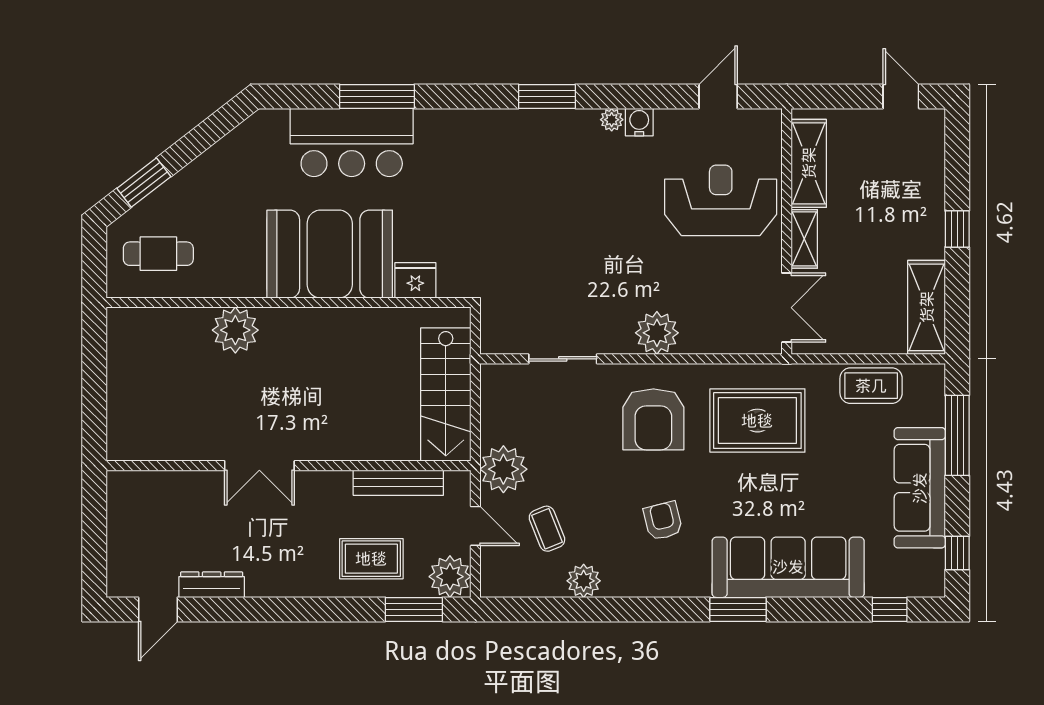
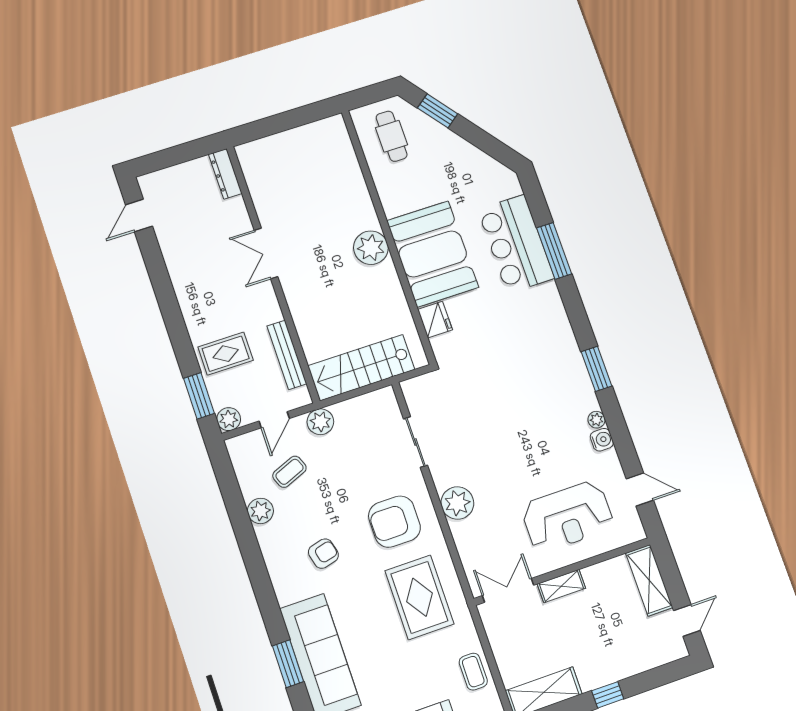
shelving: (809, 163) -> (649, 580), moved, turned 90
reception desk: (721, 200) -> (567, 516), turned 90
double door: (787, 308) -> (508, 590), swing flipped
plant: (235, 330) -> (371, 248), moved
coffee table: (871, 386) -> (473, 672), width x0.73, depth x0.77
plant: (503, 469) -> (320, 422), width x0.73, depth x0.73
rug: (371, 559) -> (226, 354), turned 90
plant: (450, 577) -> (229, 419), width x0.73, depth x0.73
dresser: (212, 585) -> (225, 174), moved, turned 180
door: (158, 609) -> (139, 215), hinge flipped
window: (738, 609) -> (288, 664), moved

